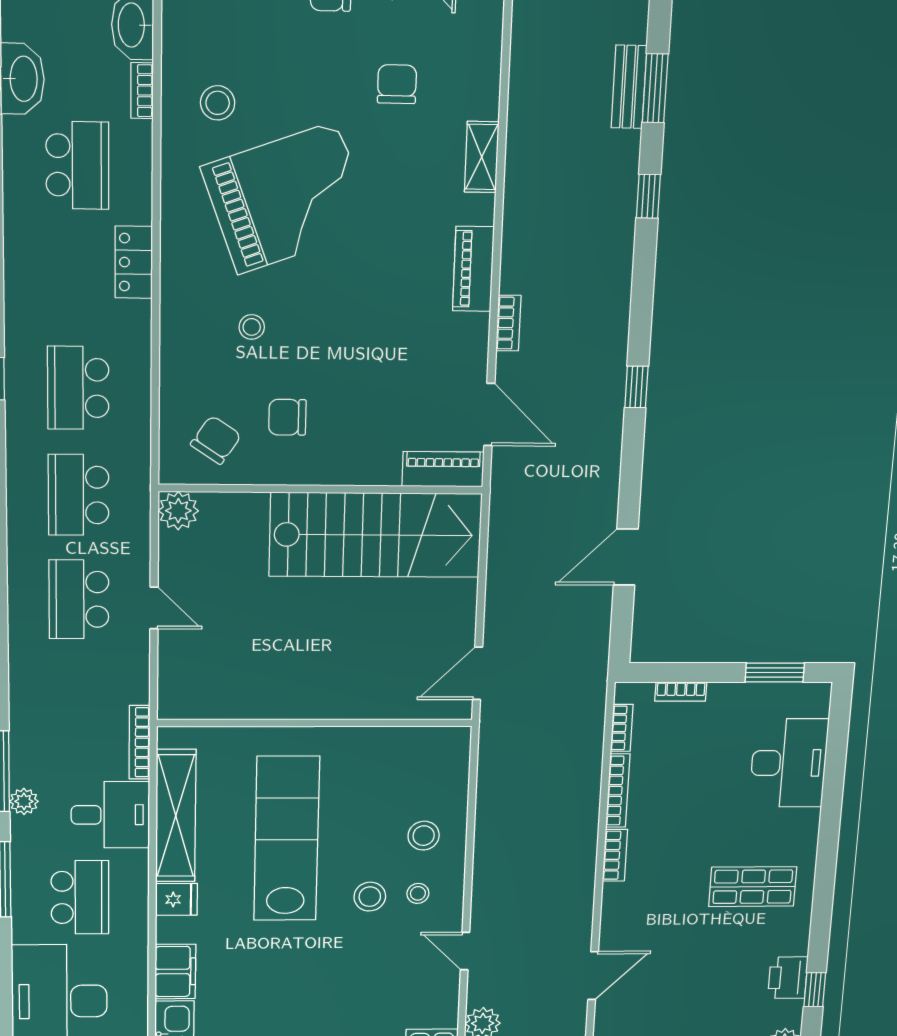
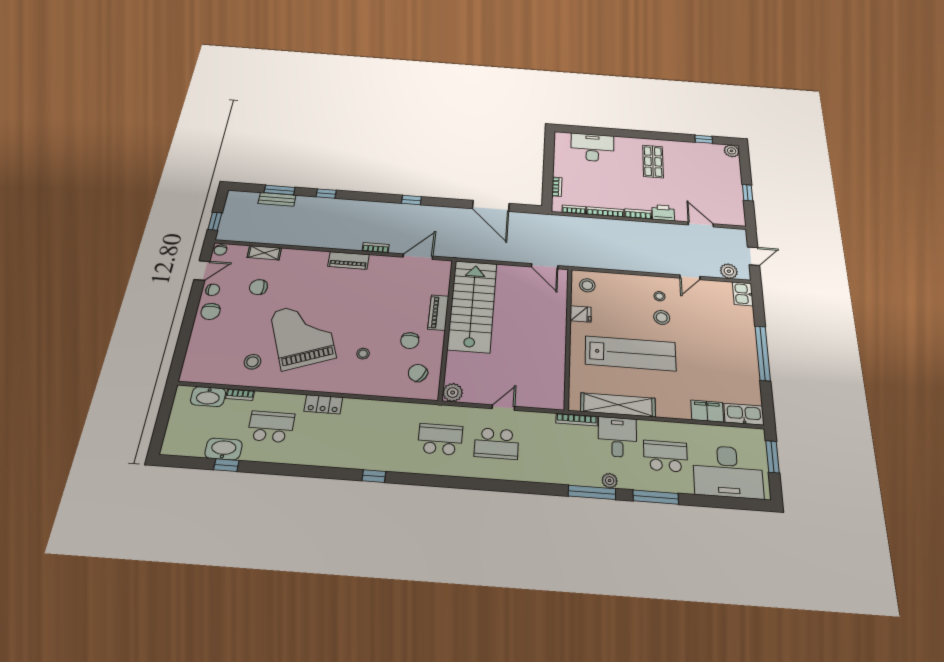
shelving: (482, 157) -> (264, 253), moved
school desk: (78, 388) -> (384, 435), removed
piano: (443, 469) -> (438, 313), moved
school desk: (79, 495) -> (440, 439), turned 180
door: (626, 557) -> (491, 206), width x1.36
window: (775, 673) -> (549, 152), removed
stool: (424, 836) -> (587, 285), moved
lab bench: (287, 839) -> (631, 353), turned 180
fridge: (176, 899) -> (581, 314), moved, turned 90
printer: (788, 978) -> (663, 213), moved, turned 180

